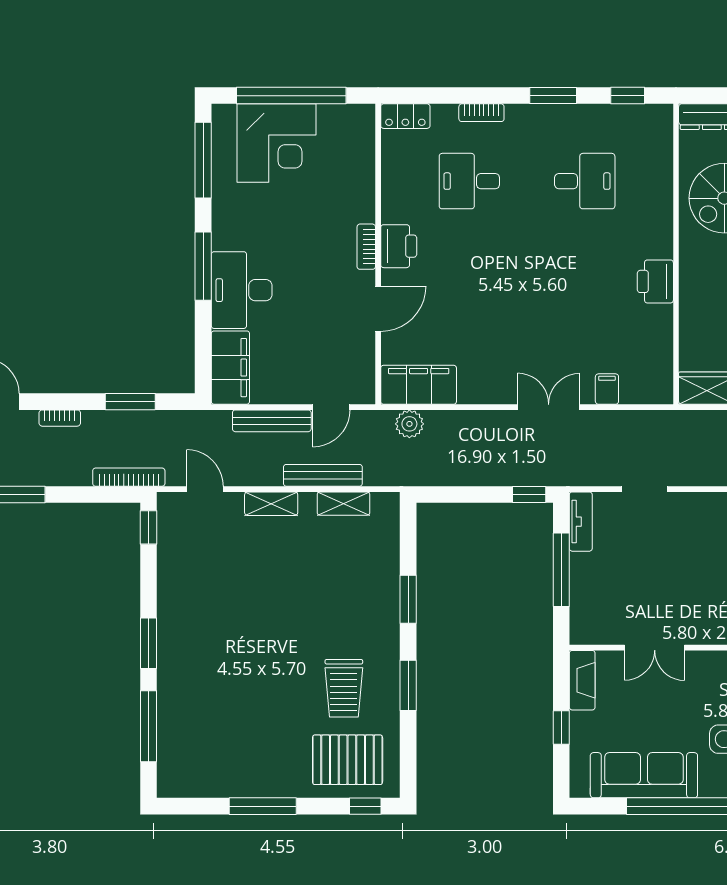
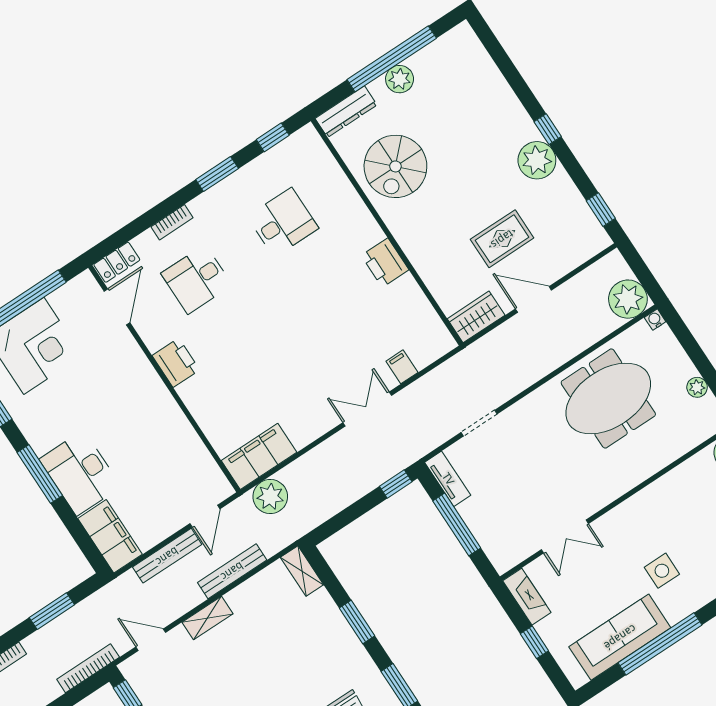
bookcase: (366, 247) -> (152, 379), removed
door: (378, 309) -> (117, 307), moved
plant: (409, 424) -> (270, 497), width x1.36, depth x1.36
shelving: (343, 504) -> (302, 571), moved, turned 90

